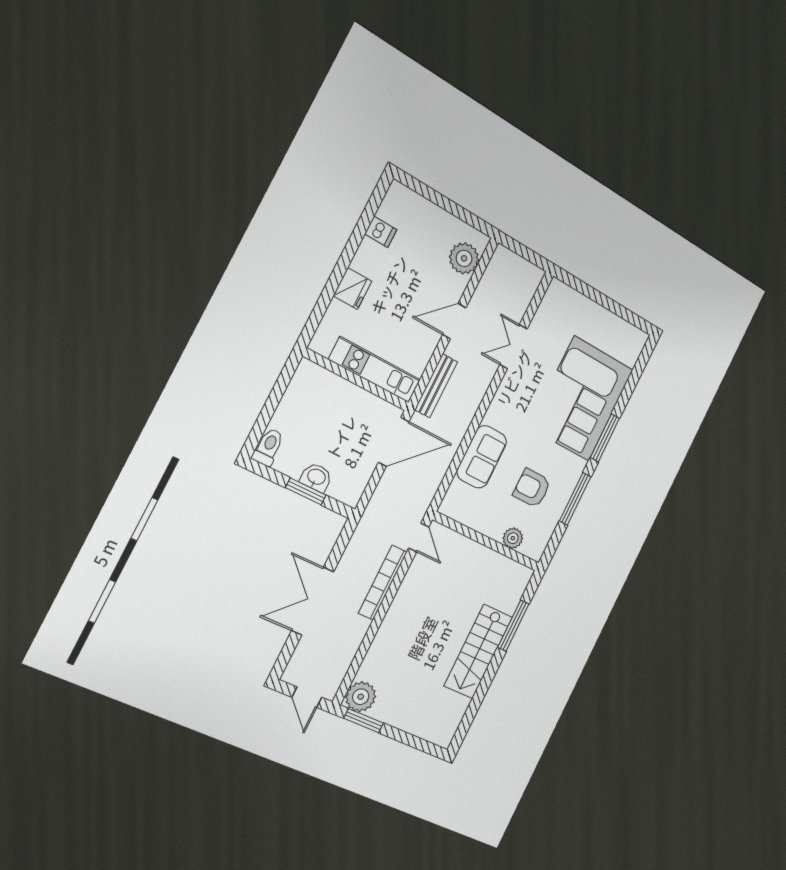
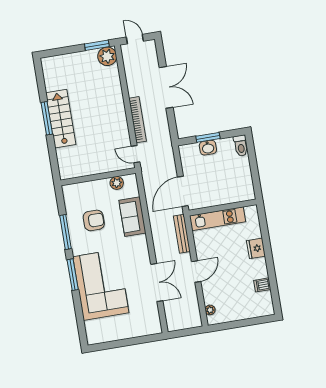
plant: (464, 258) -> (210, 310), width x0.53, depth x0.53
double door: (513, 347) -> (157, 283), width x1.37
plant: (513, 538) -> (117, 183), moved
window: (513, 626) -> (47, 118), moved

